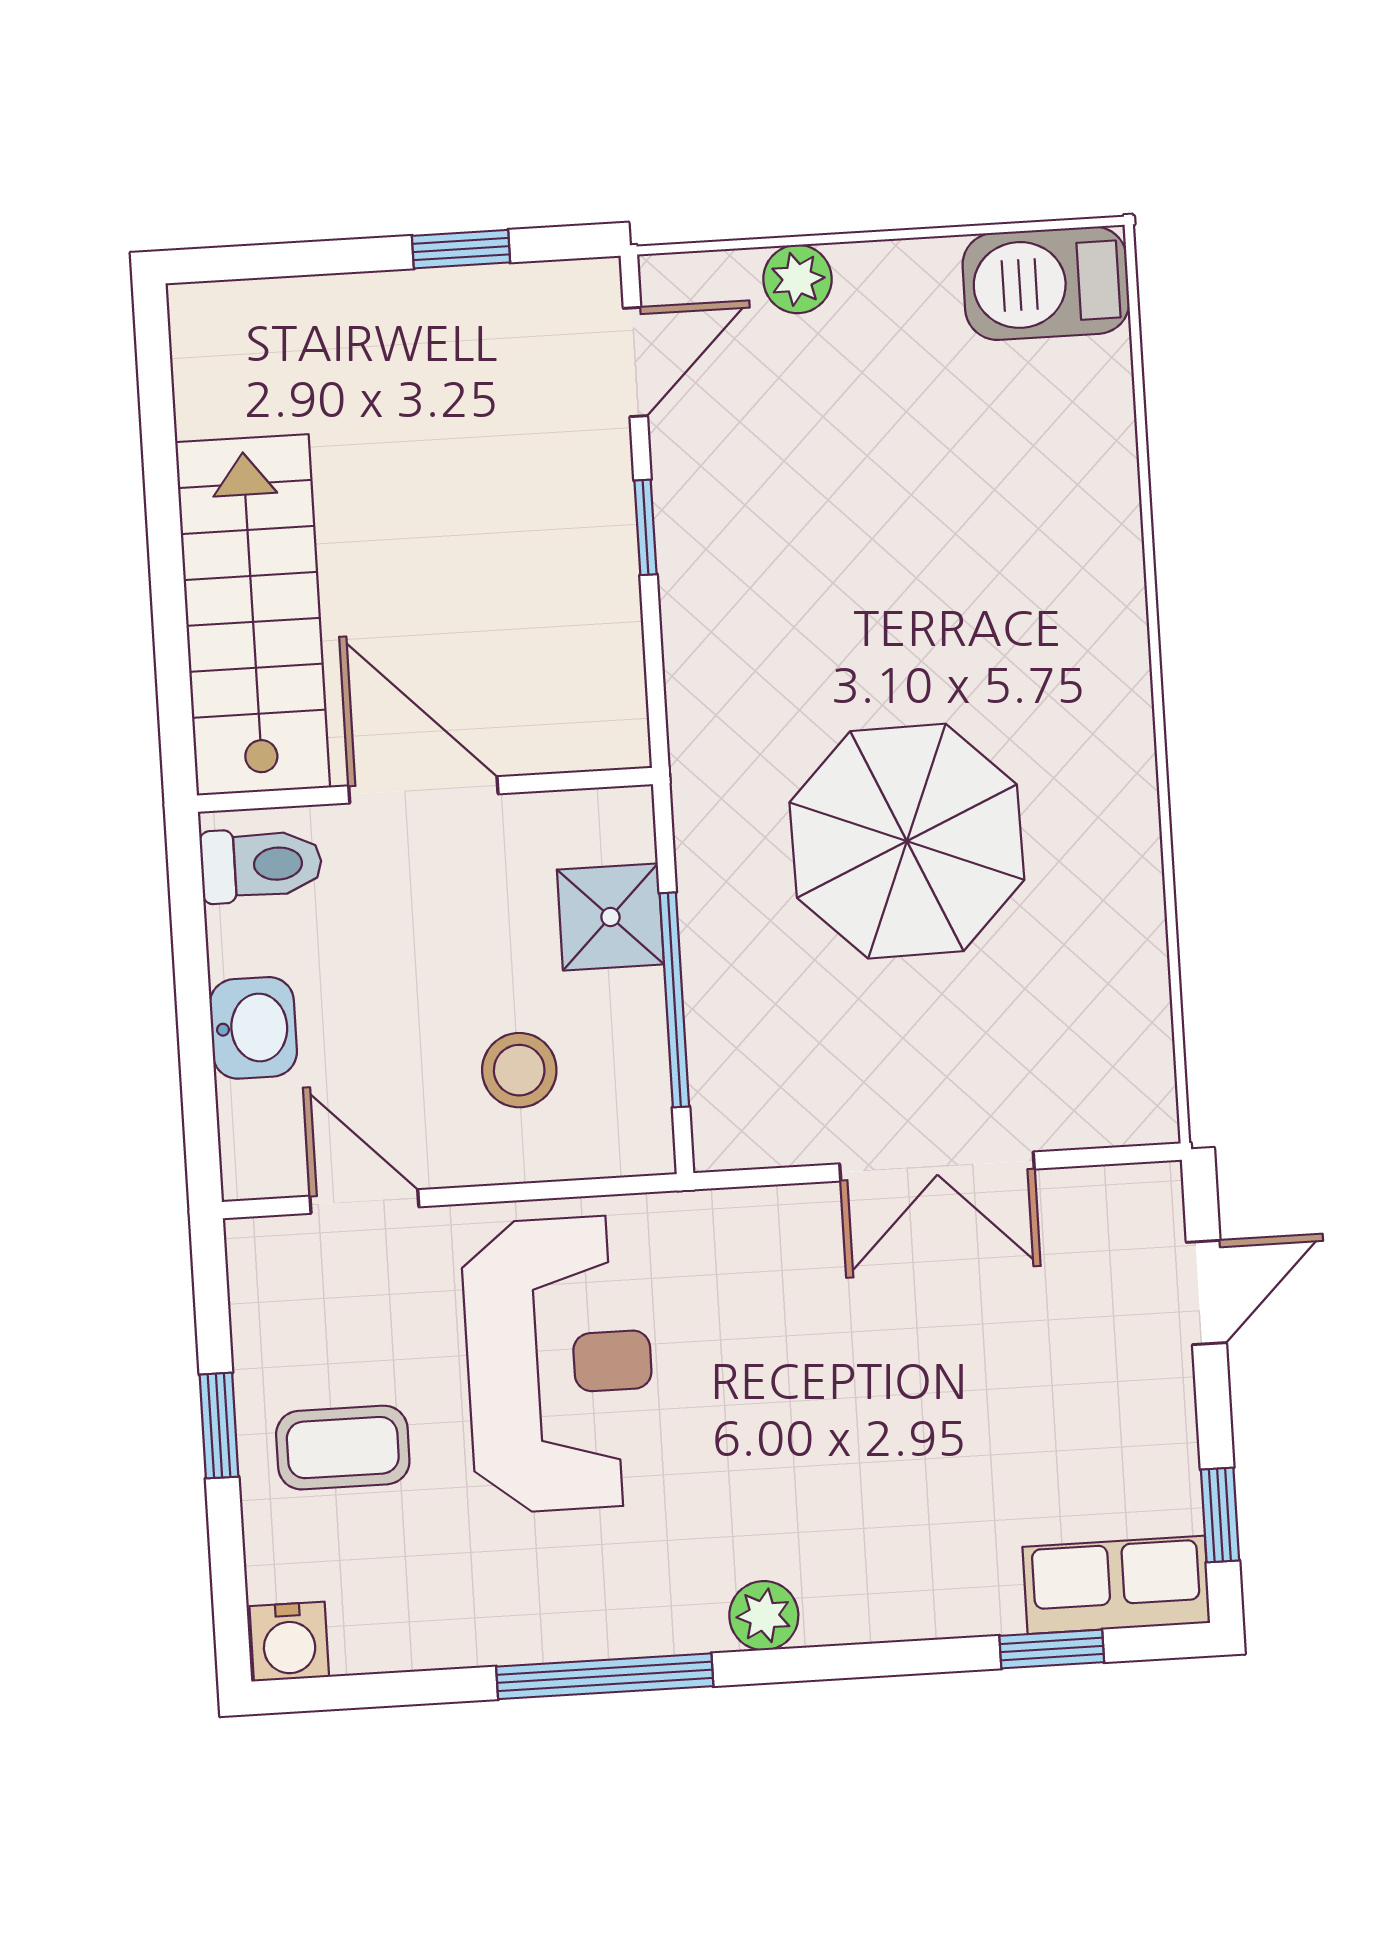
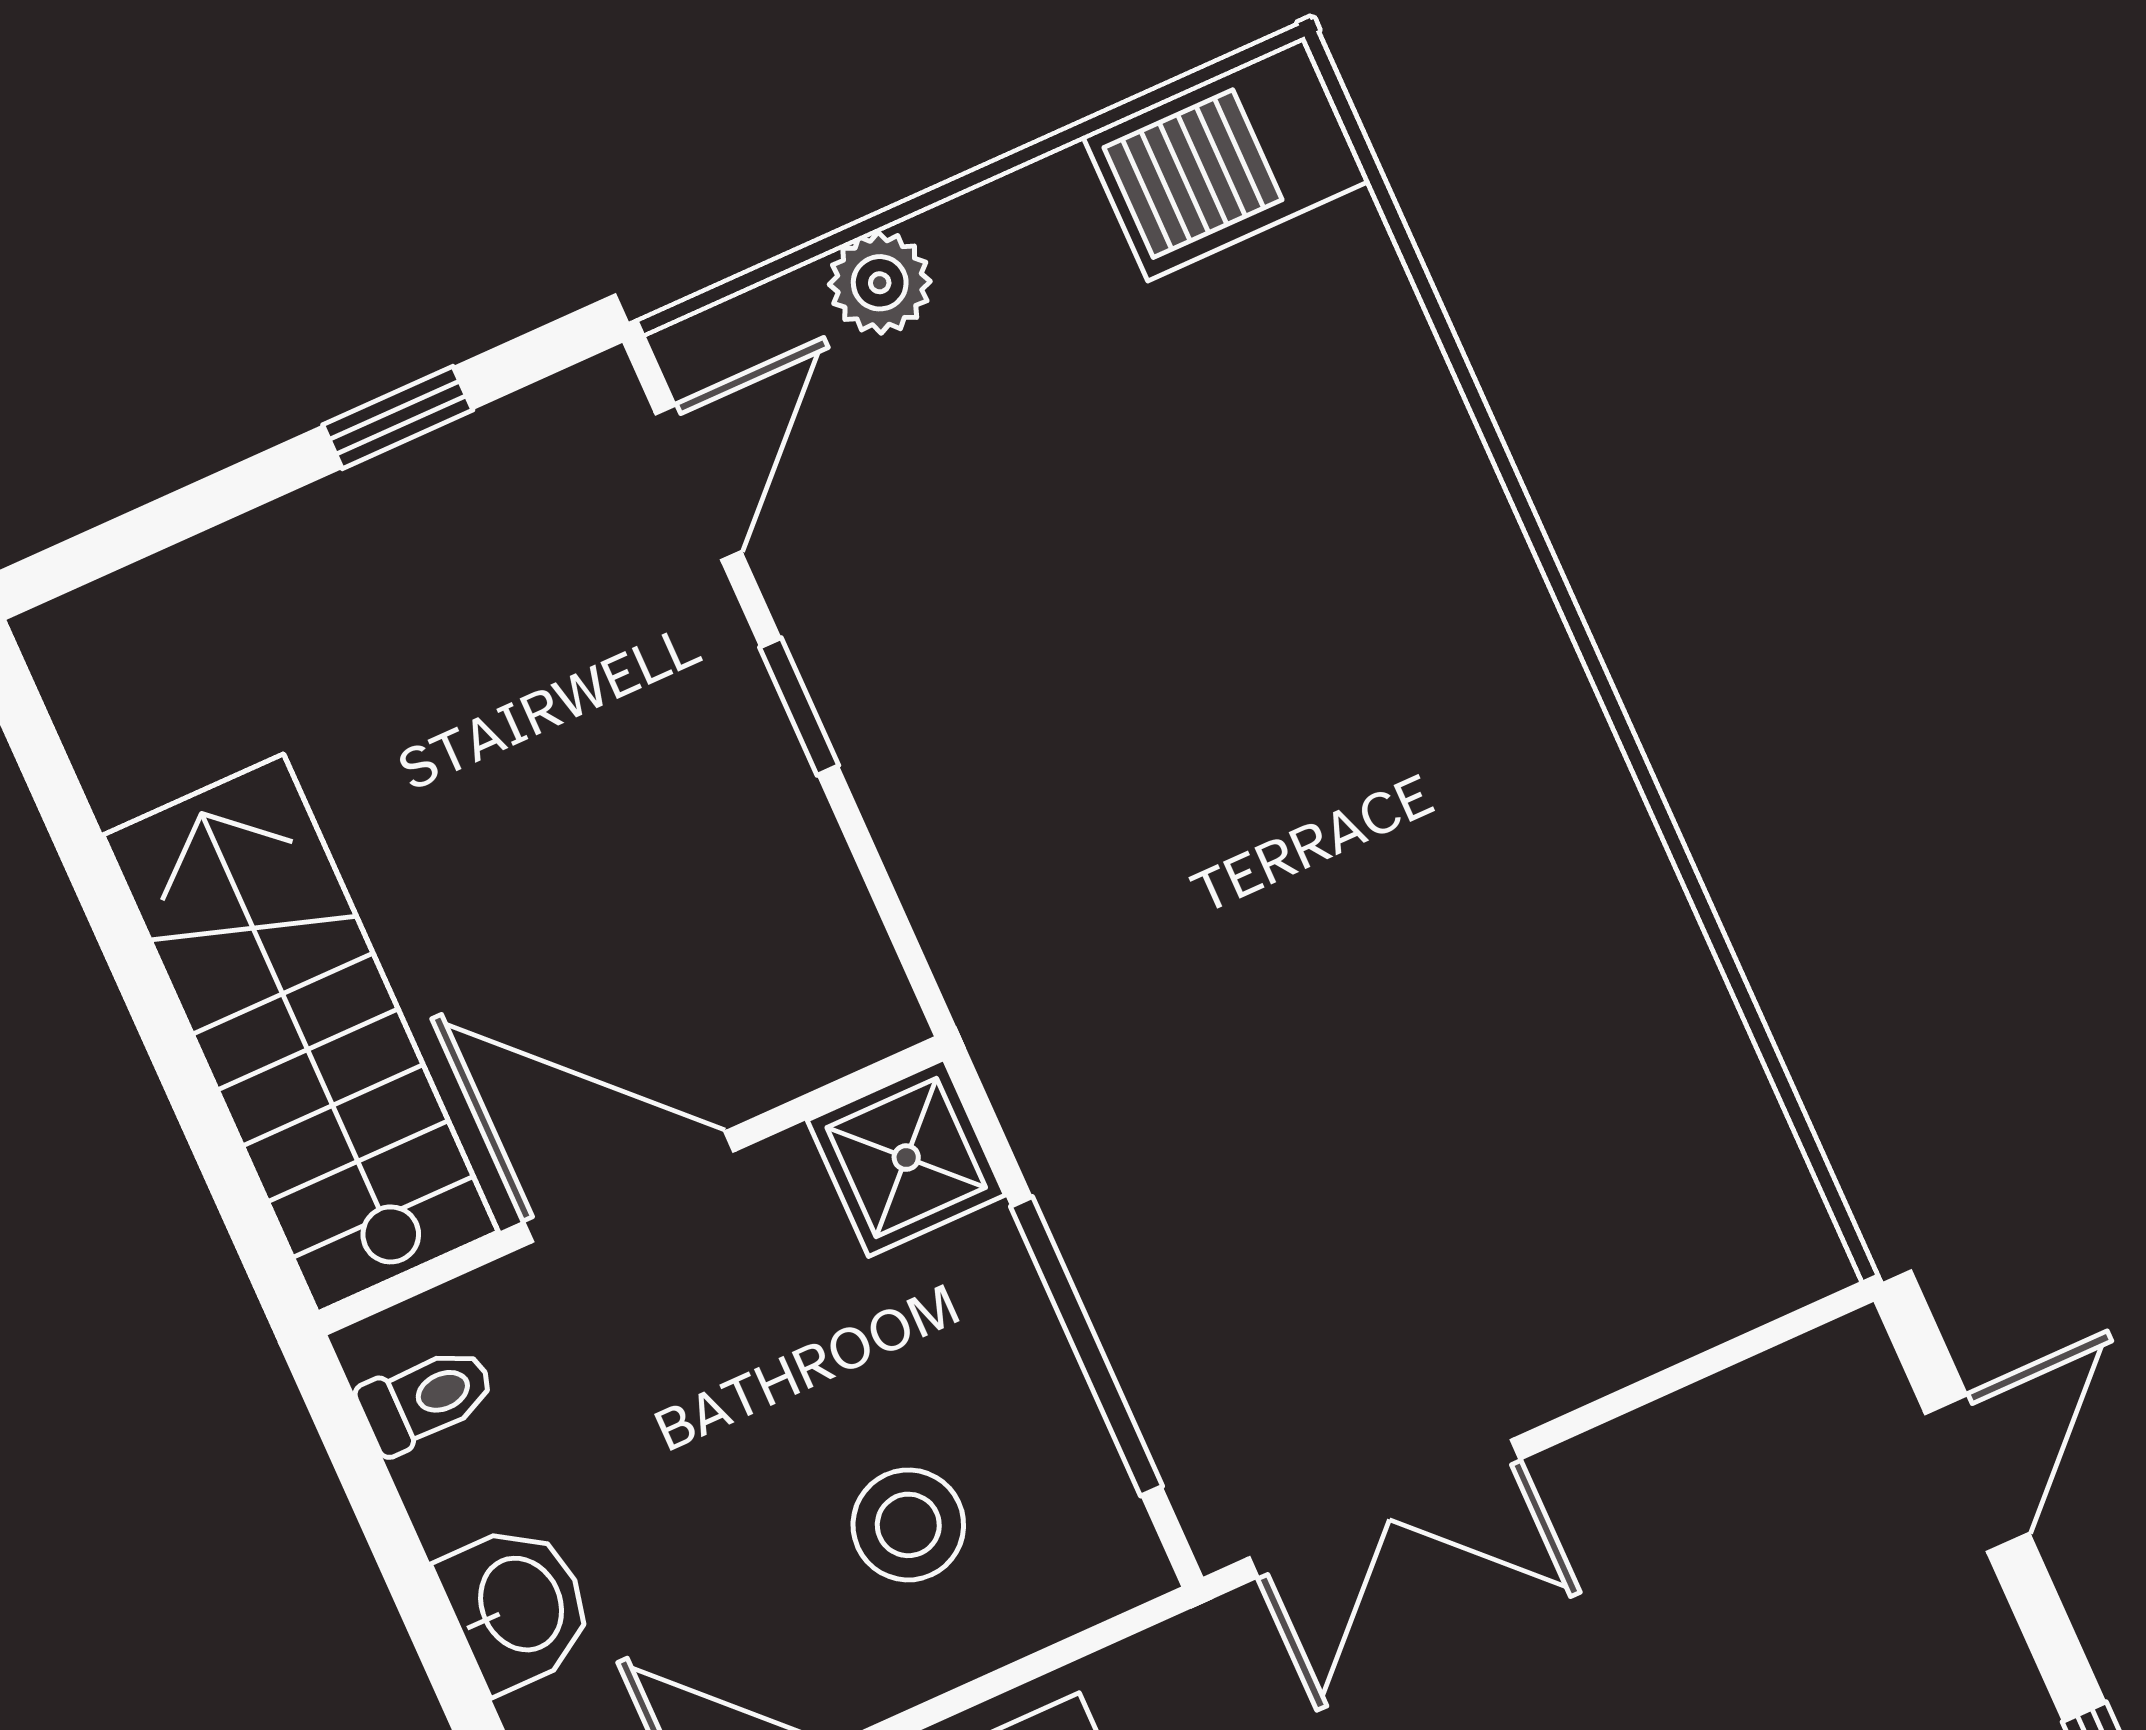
parasol: (907, 841) -> (1326, 1005), removed
toilet: (261, 865) -> (426, 1399), width x0.73, depth x0.72
shower: (610, 917) -> (906, 1158), moved
double door: (937, 1166) -> (1385, 1509), moved

